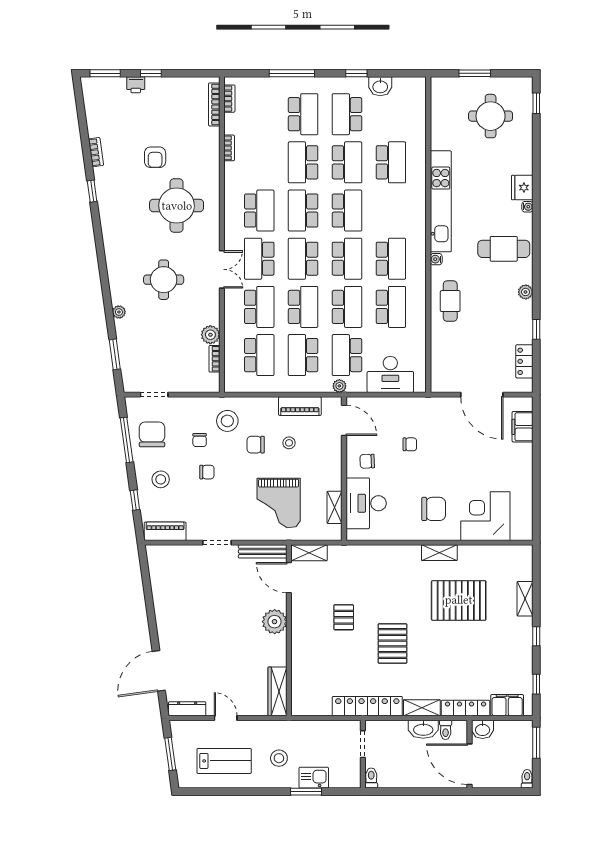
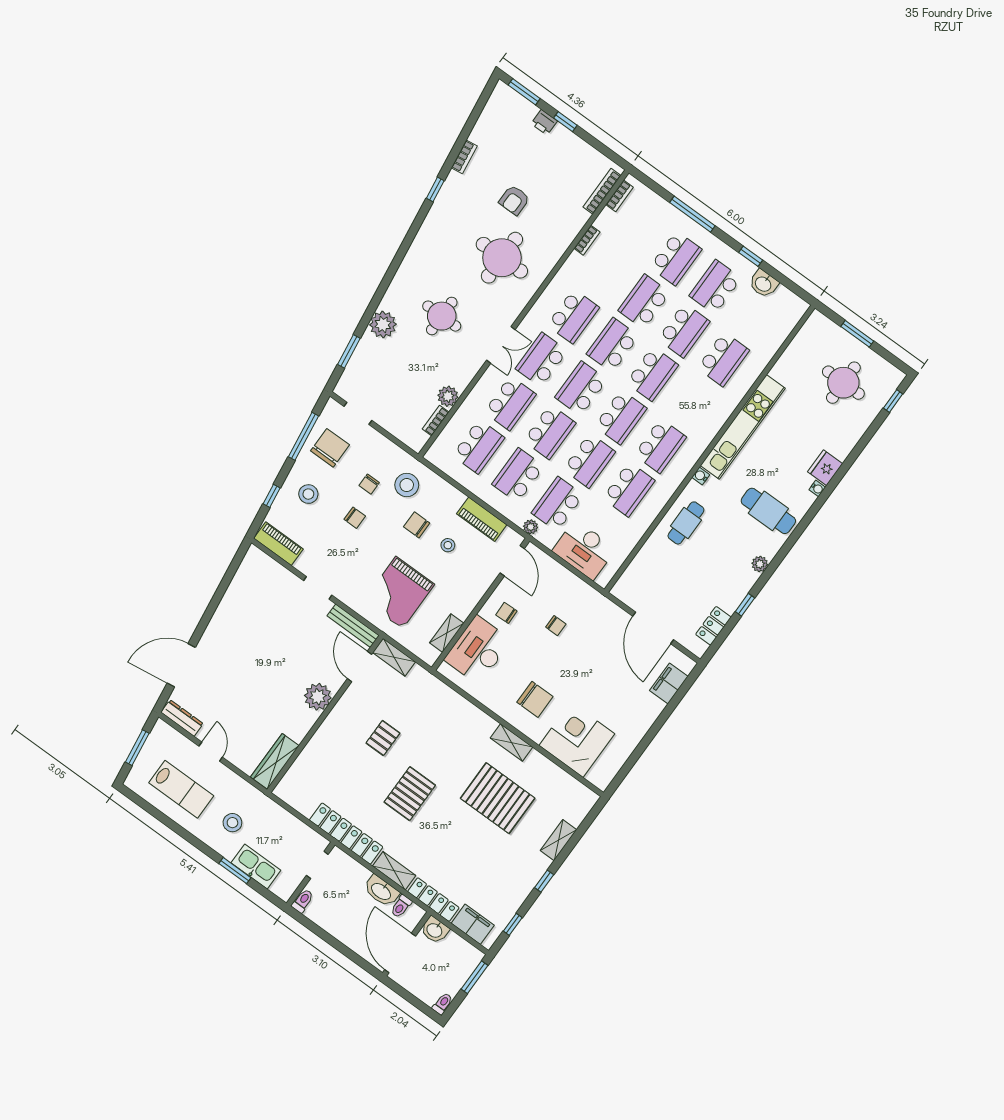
plant: (119, 312) -> (383, 325), width x1.87, depth x1.87
kitchen sink: (314, 778) -> (256, 867), width x1.38

